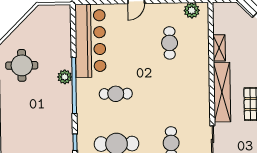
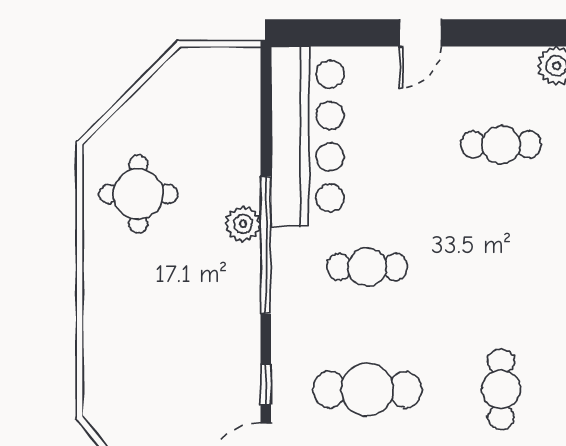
cafe table: (170, 43) -> (501, 145), turned 90

